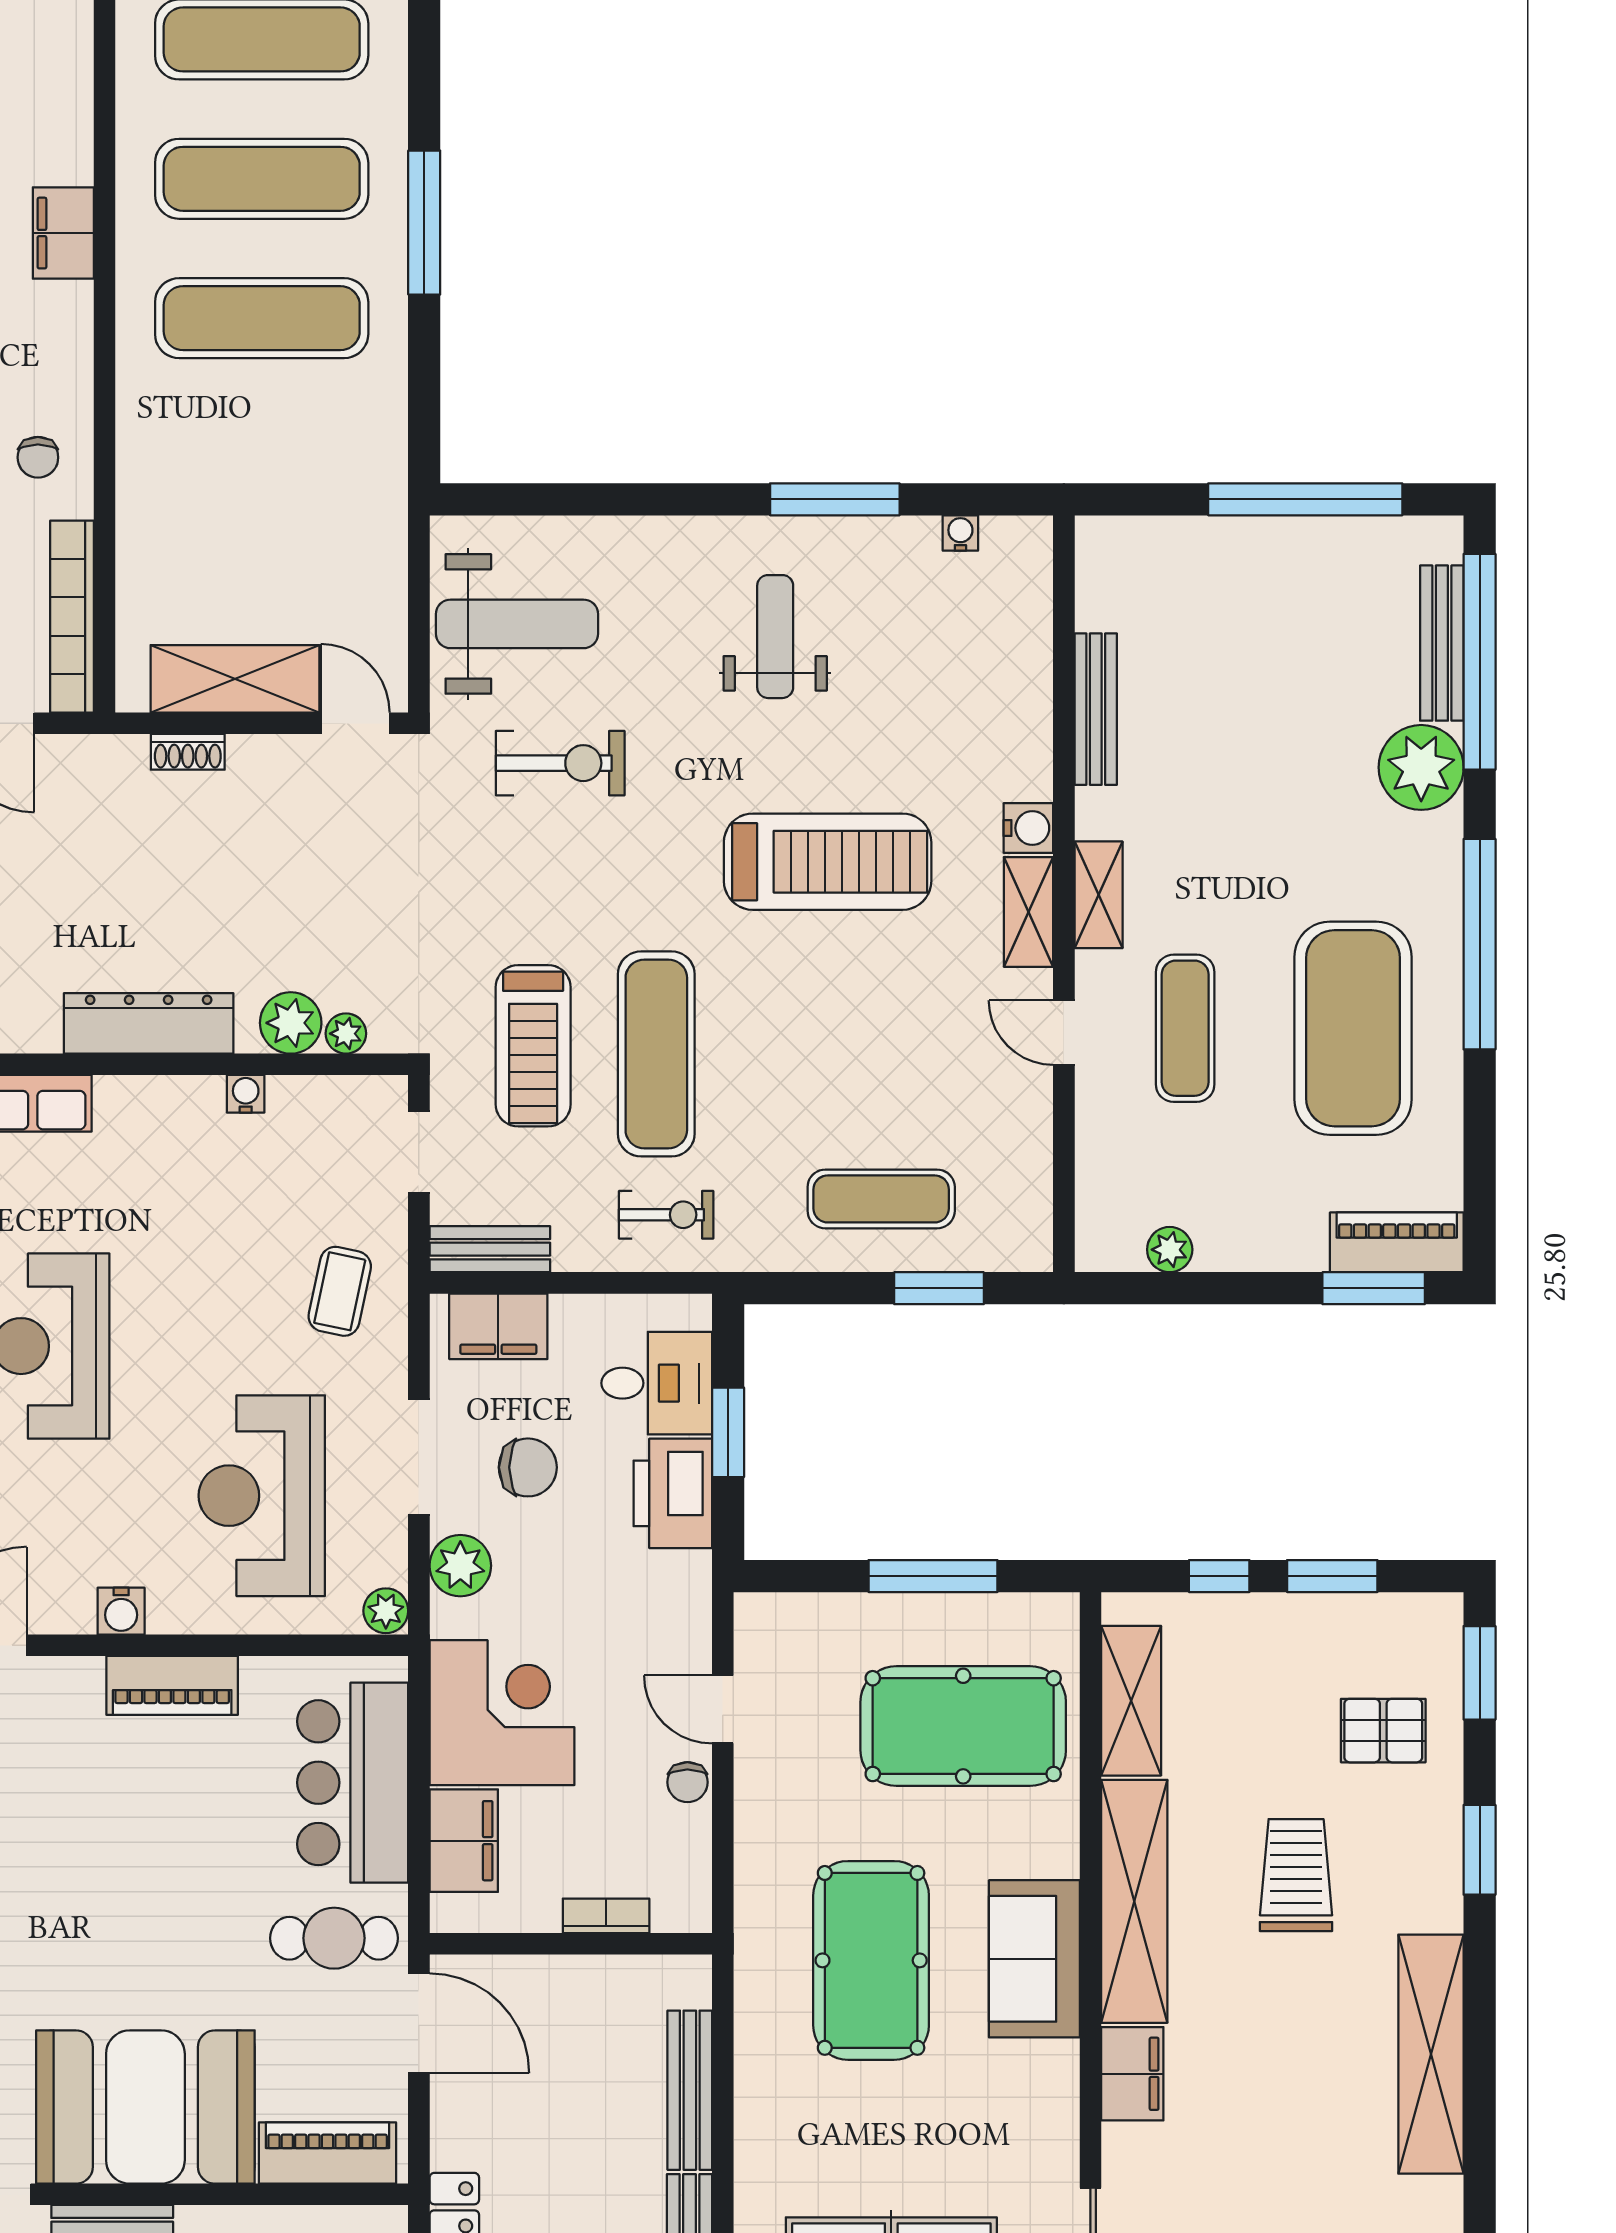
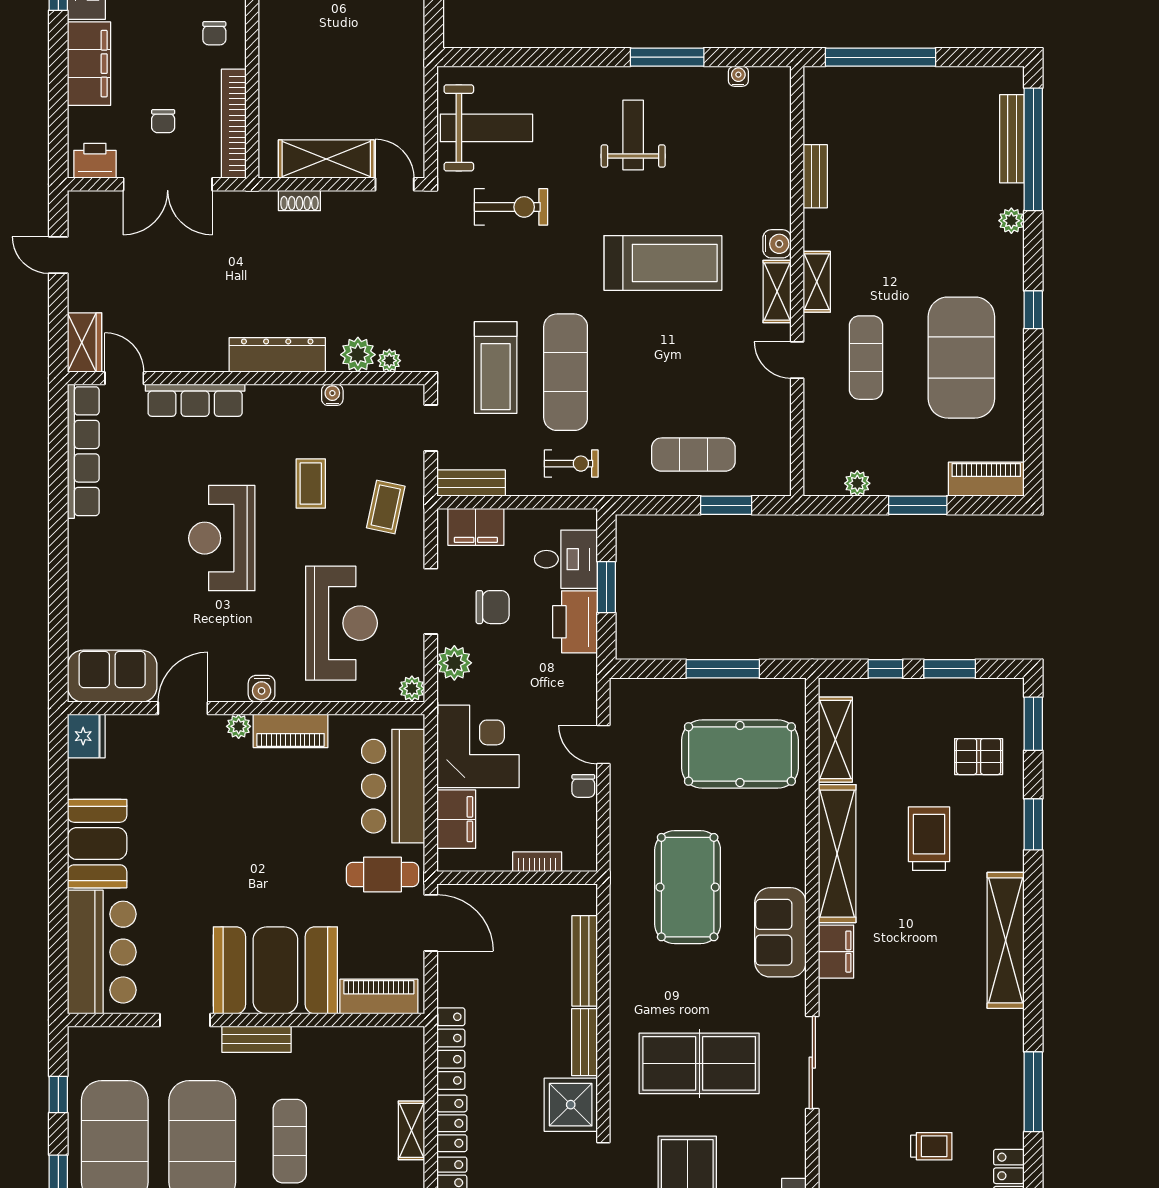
window: (1305, 499) -> (881, 57), moved
bench: (1096, 709) -> (815, 176), width x0.73
plant: (1421, 767) -> (1011, 221), width x0.53, depth x0.53
window: (1480, 944) -> (1033, 310), width x0.32
coffee table: (208, 1250) -> (311, 484), added
window: (1374, 1288) -> (918, 505), moved
reception desk: (262, 1496) -> (341, 623), turned 180
plant: (81, 1677) -> (239, 726), added
sofa: (1034, 1959) -> (780, 932), moved

